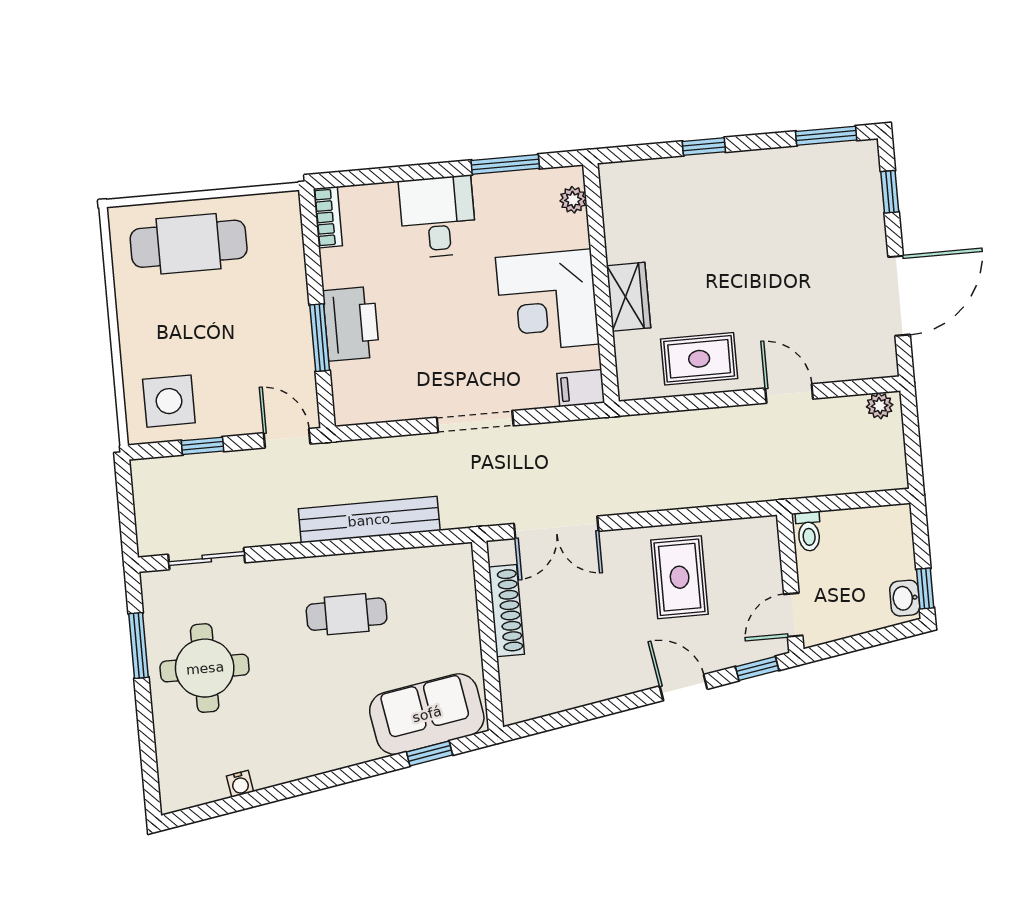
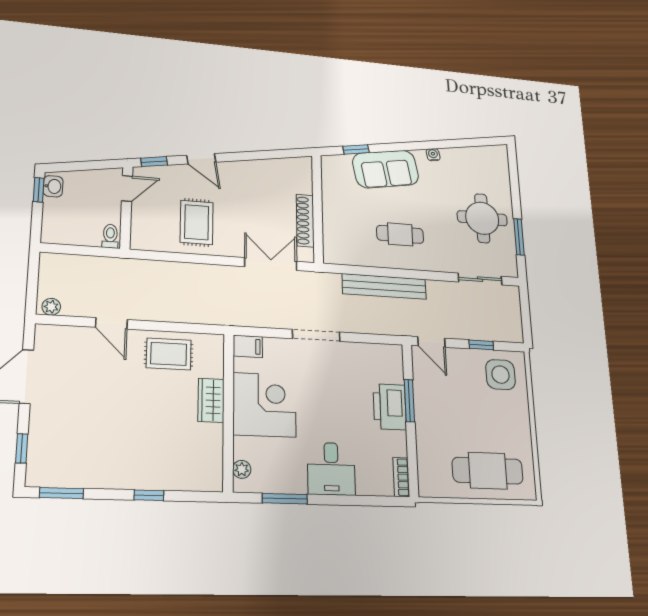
sofa: (427, 714) -> (386, 169), moved
water cooler: (240, 784) -> (433, 155), moved

